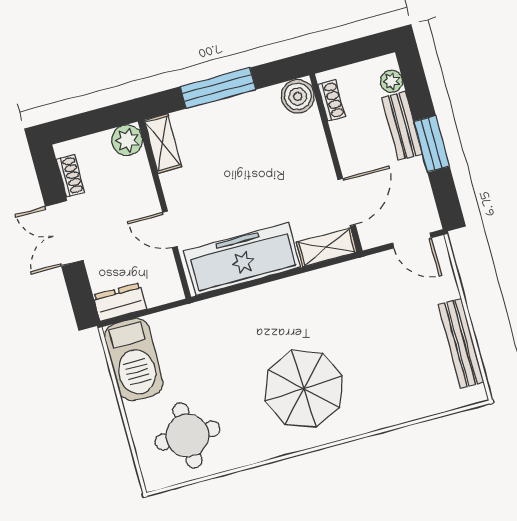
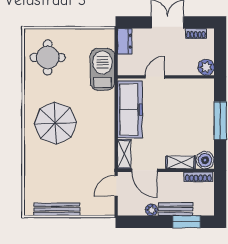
plant: (391, 81) -> (151, 210), moved
shoe rack: (332, 100) -> (198, 177), width x1.43
shelving: (163, 143) -> (181, 162), moved
window: (432, 144) -> (187, 222), moved
door: (412, 240) -> (116, 186), moved
barbecue: (134, 359) -> (102, 69), moved, turned 90

